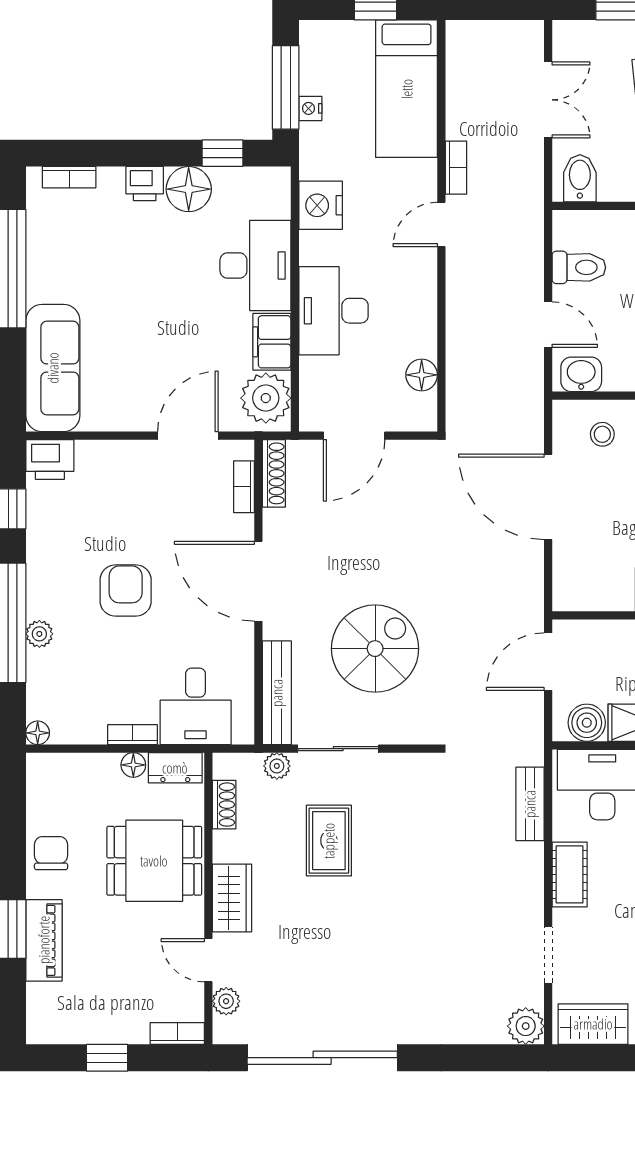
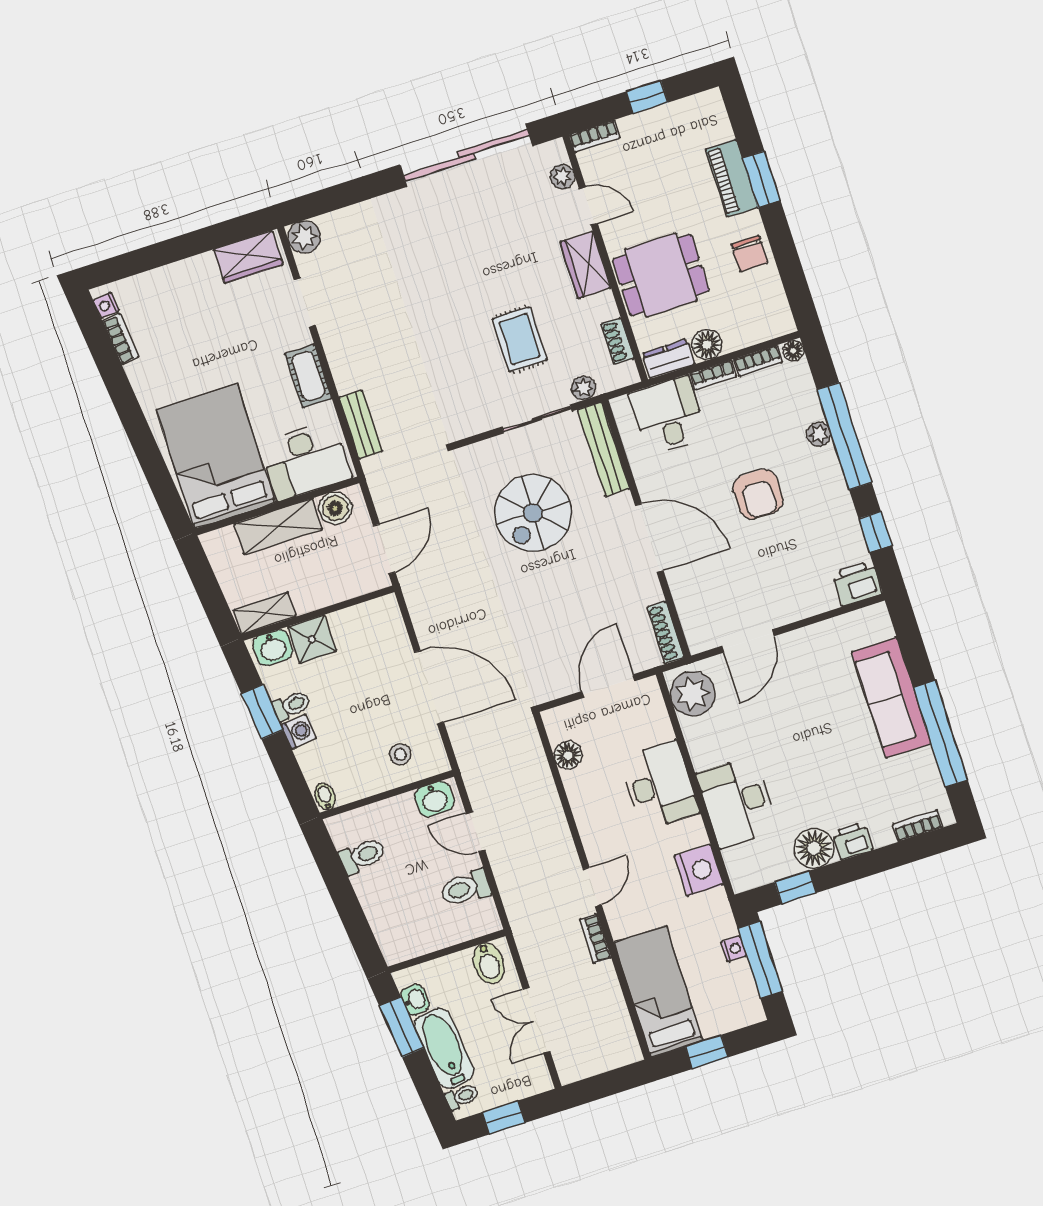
filing cabinet: (272, 342) -> (703, 743), removed
sofa: (53, 368) -> (891, 698), moved
bookcase: (244, 487) -> (758, 361), moved, turned 90
floor lamp: (133, 765) -> (707, 345), width x1.37, depth x1.37

